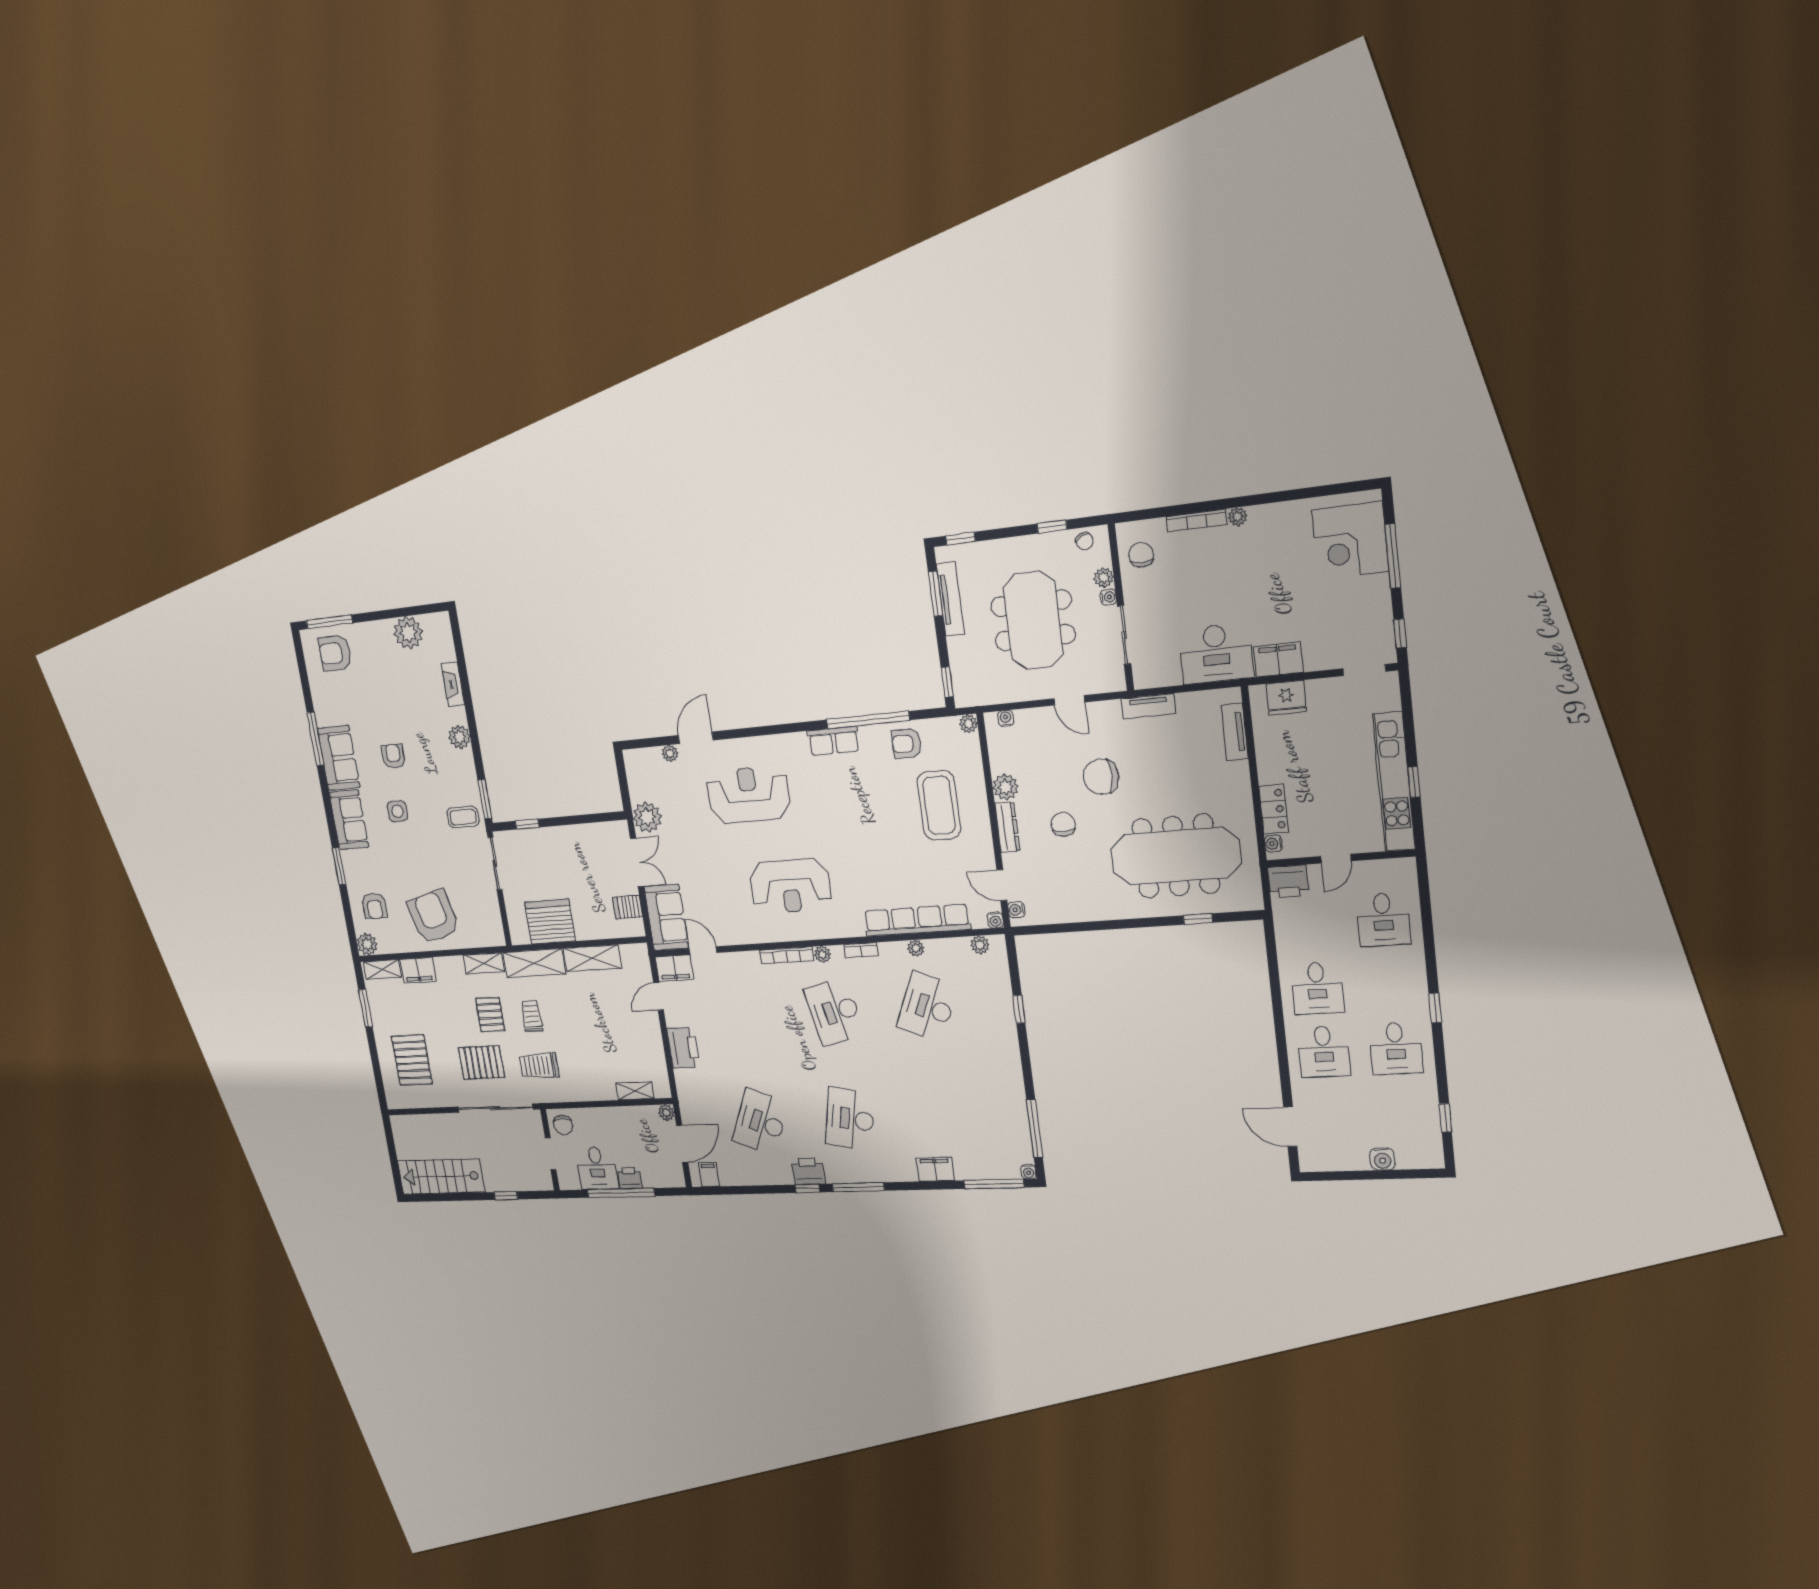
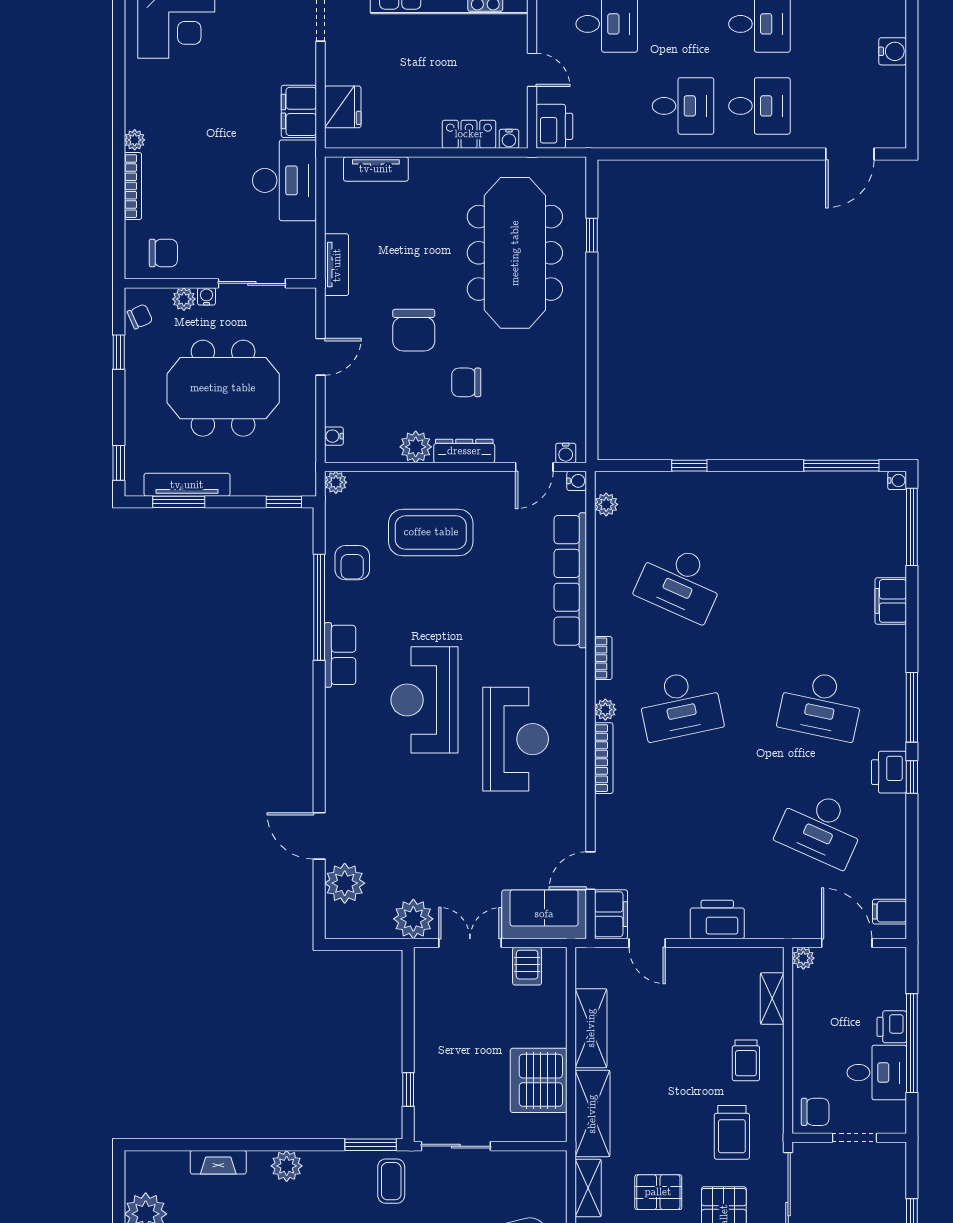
chair: (1141, 555) -> (163, 253), turned 180
plant: (670, 753) -> (345, 883), width x1.88, depth x1.88
reception desk: (749, 795) -> (425, 700), moved
plant: (916, 948) -> (605, 586), removed
trolley: (532, 1016) -> (746, 1060), moved, turned -90

